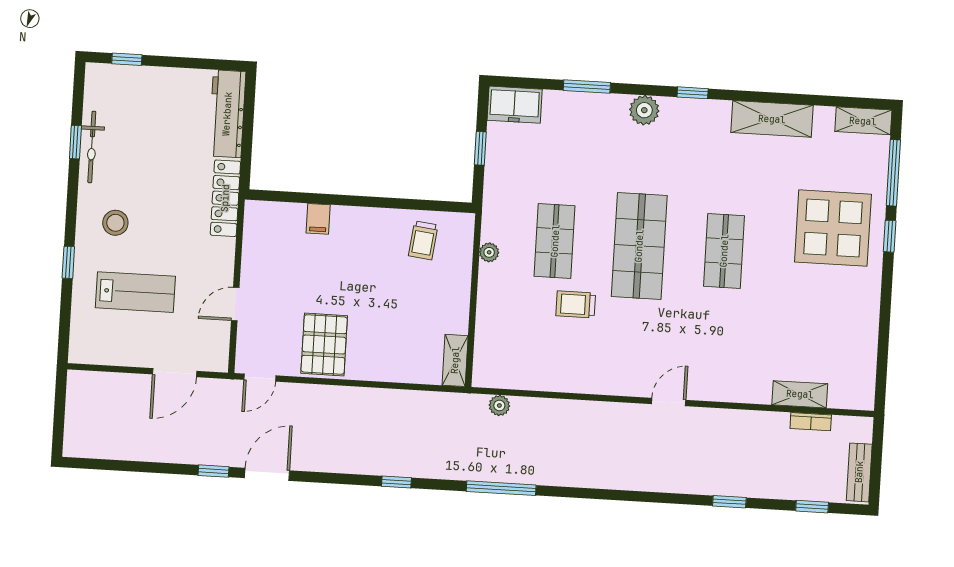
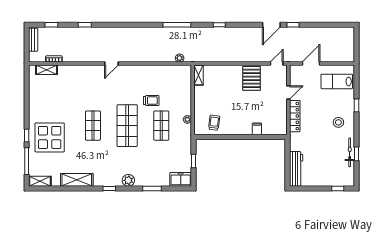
locker: (225, 198) -> (295, 116), moved
lab bench: (135, 292) -> (337, 81), moved
shelving: (800, 394) -> (46, 70), moved

